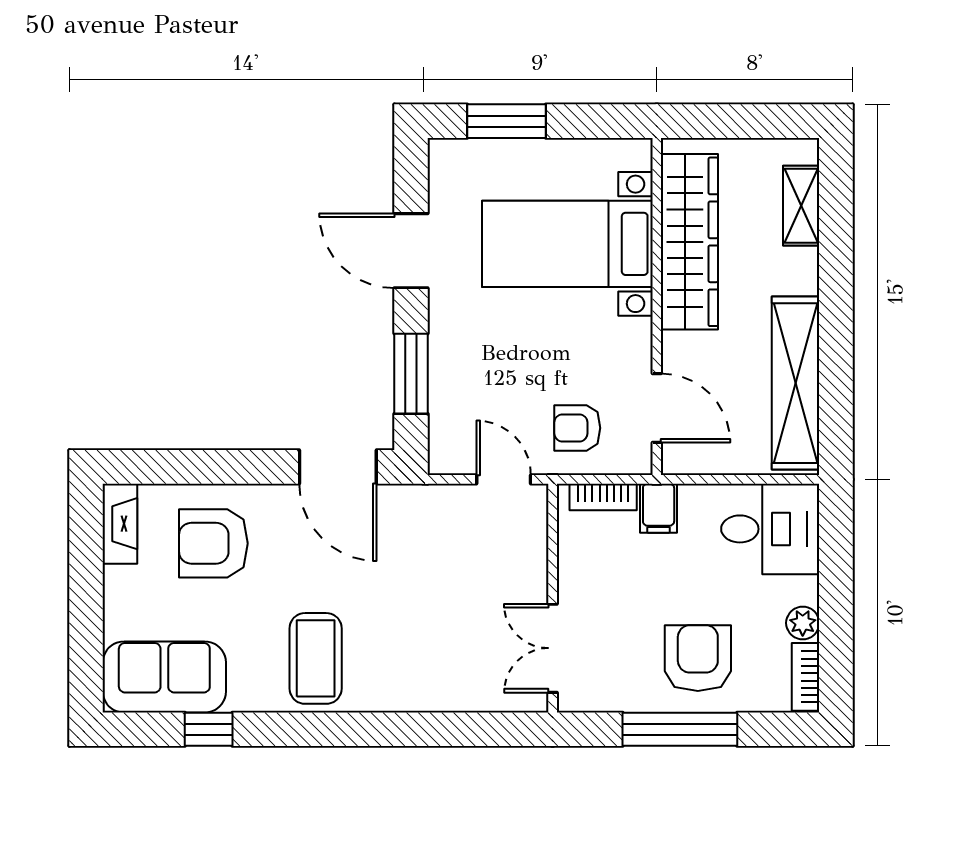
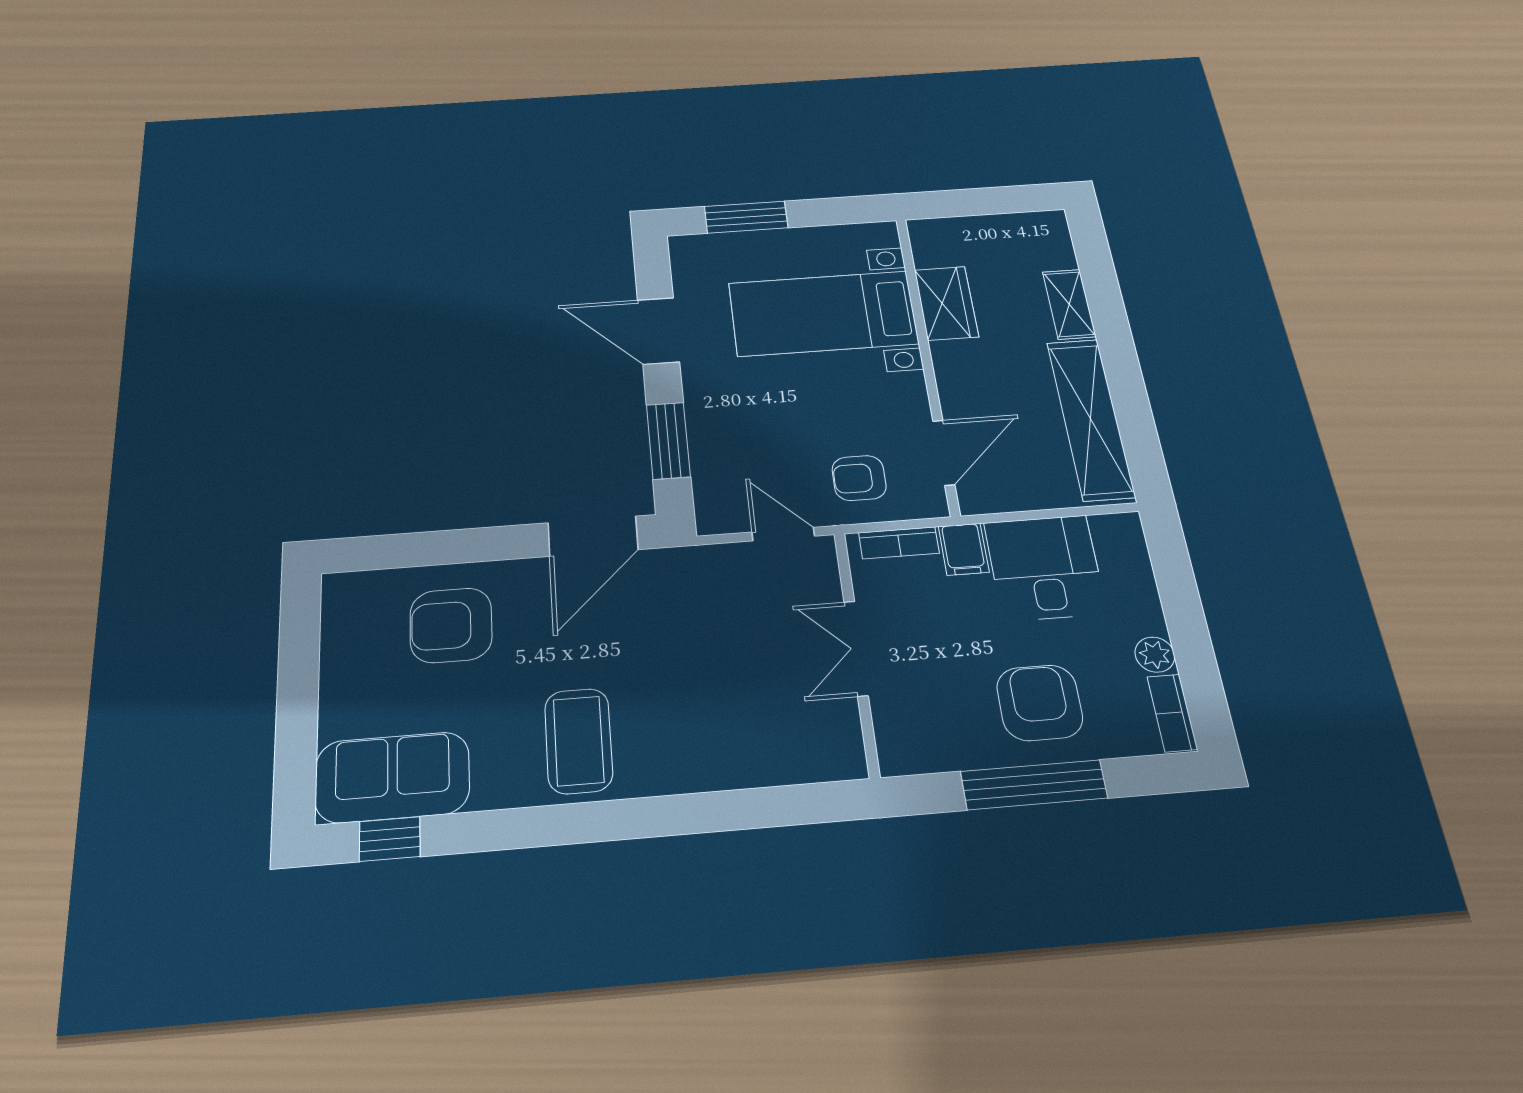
shelving: (801, 206) -> (1069, 304), moved
wardrobe: (689, 242) -> (946, 303), width x0.48, depth x0.85
door: (657, 408) -> (944, 453), hinge flipped
door: (338, 467) -> (593, 536), hinge flipped
fireplace: (120, 524) -> (340, 613), removed
desk: (770, 529) -> (1045, 568), moved, turned -90
double door: (553, 648) -> (856, 648), moved
window: (209, 729) -> (390, 839), moved

